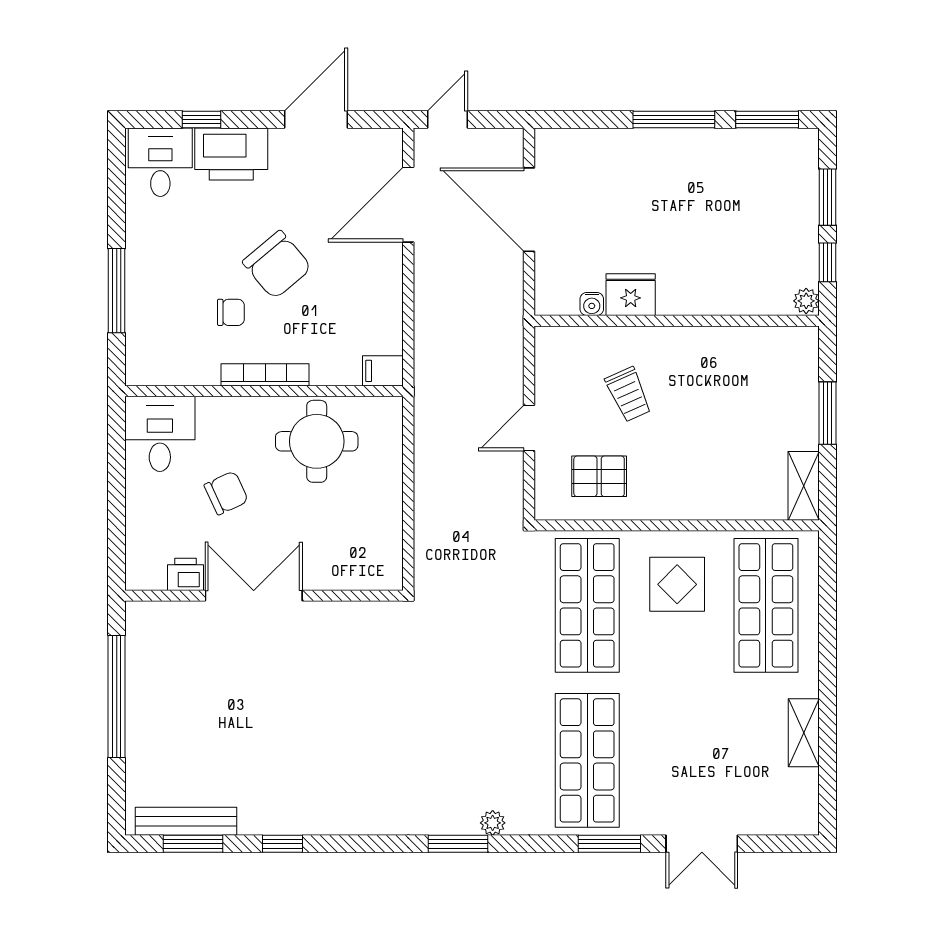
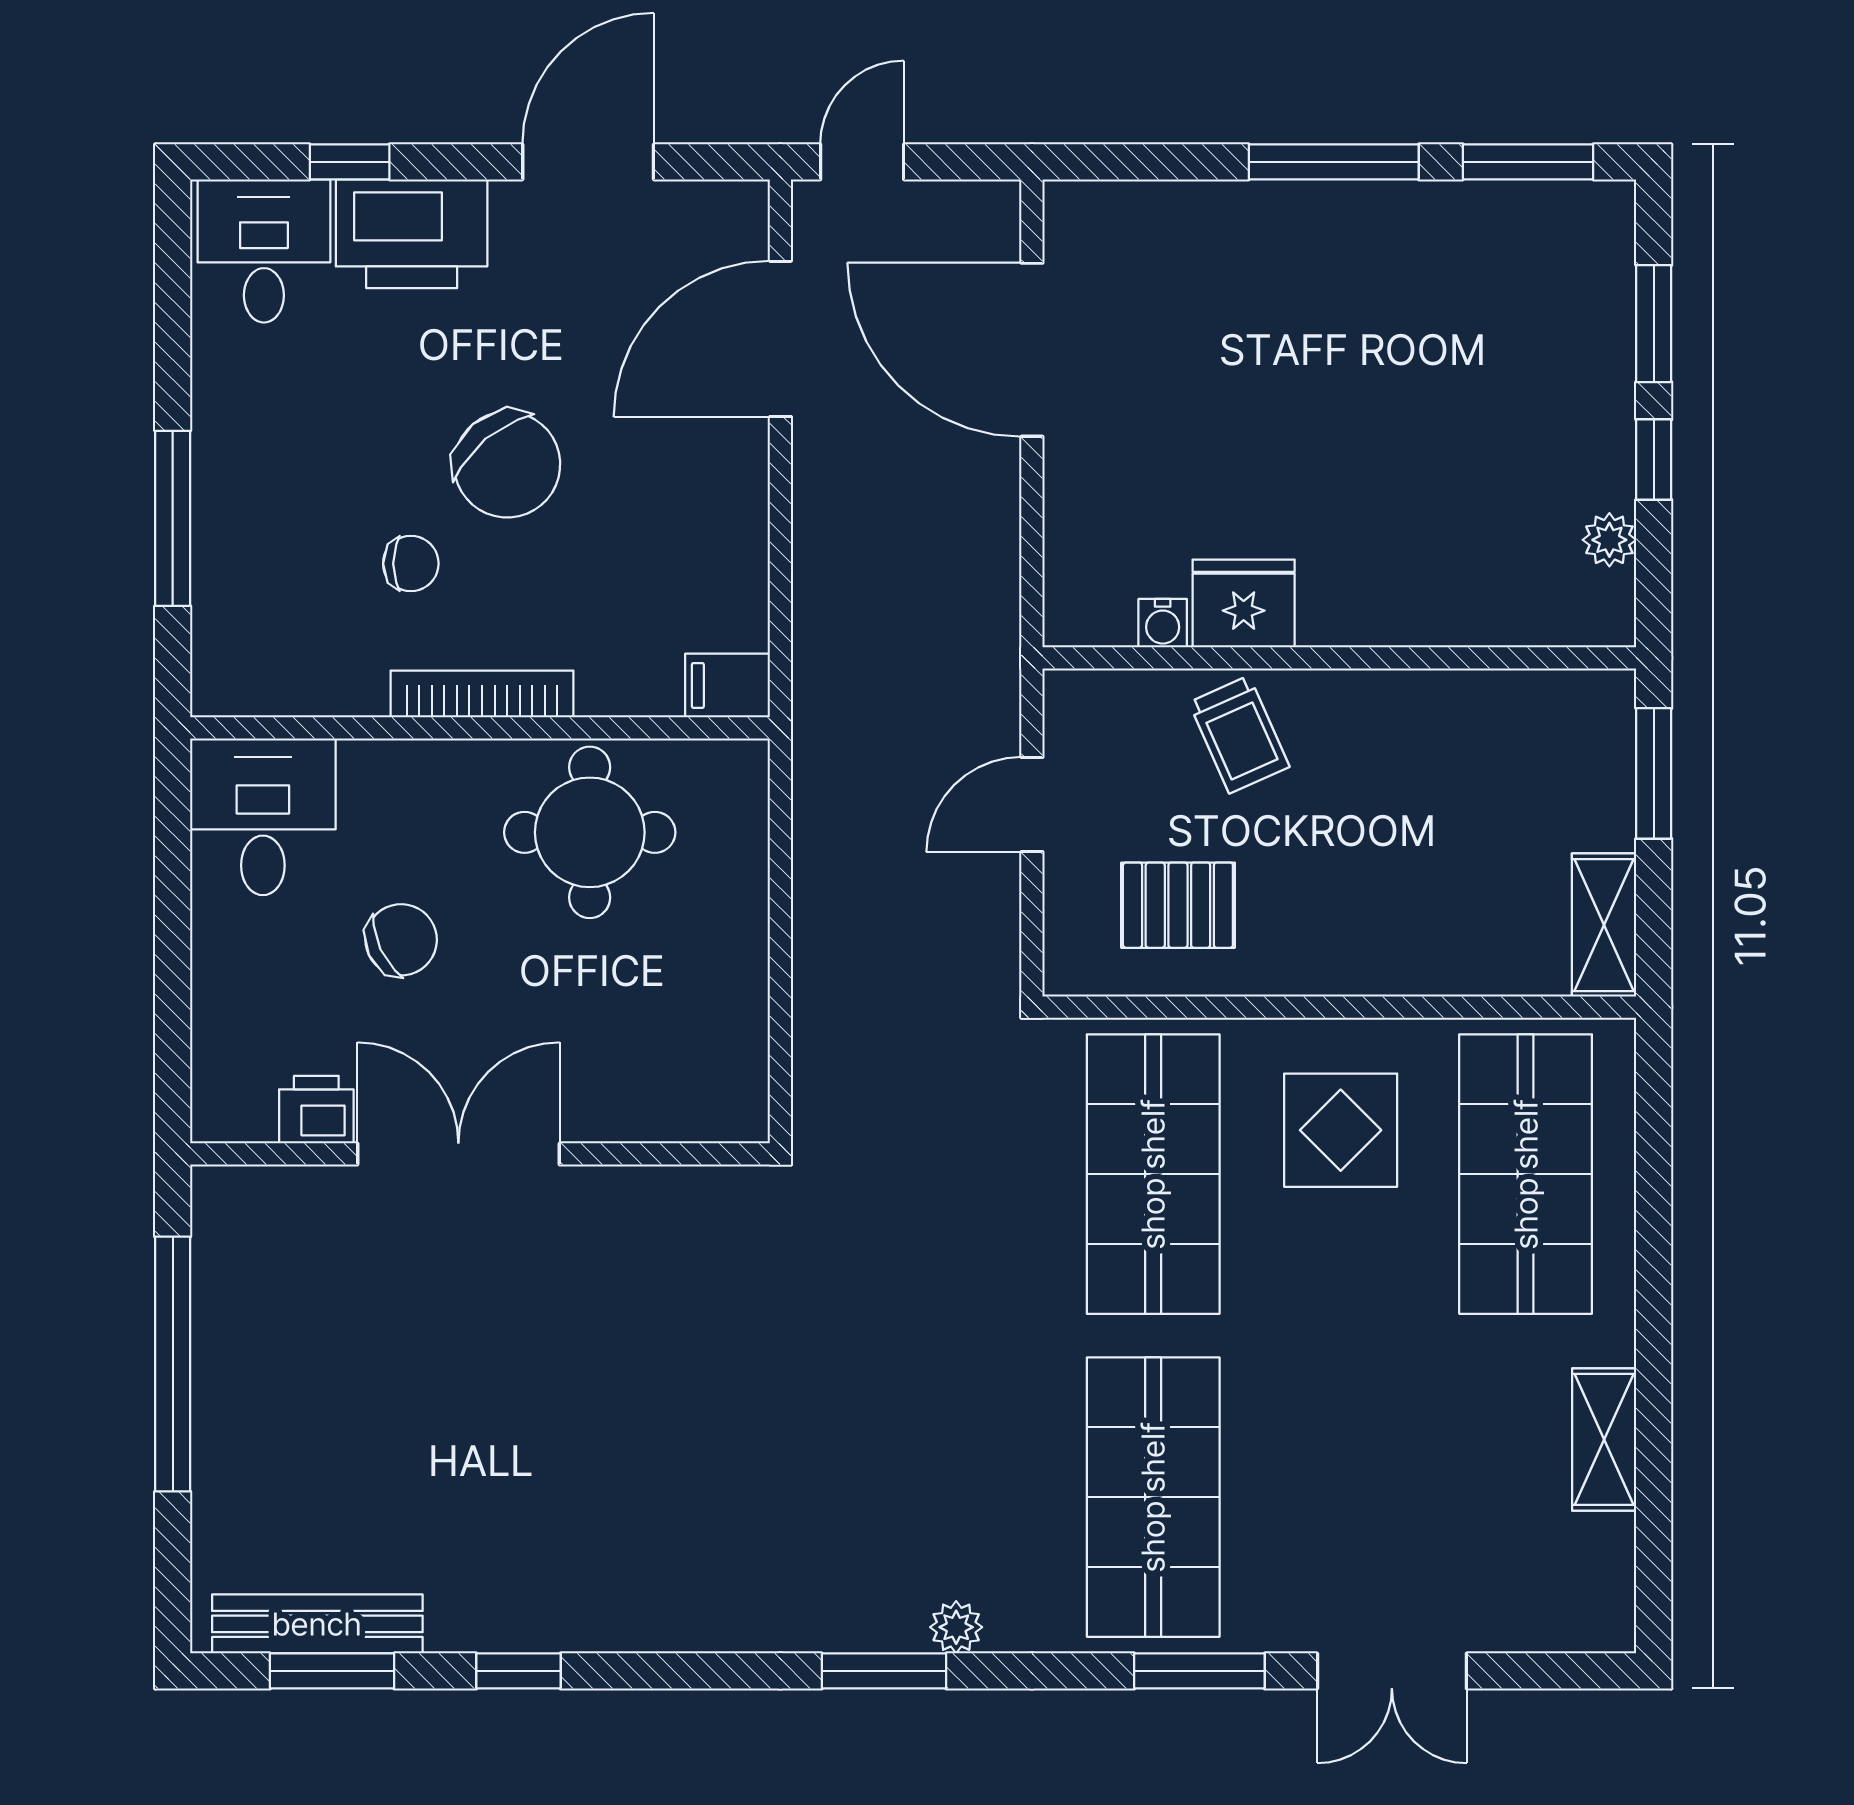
fridge: (631, 295) -> (1244, 603), moved
water cooler: (592, 304) -> (1163, 623), moved
wall: (677, 321) -> (1339, 658), moved

